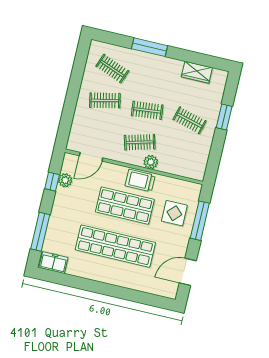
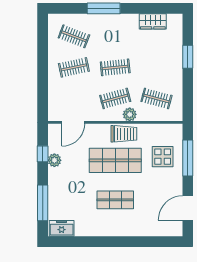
clothes rail: (189, 120) -> (156, 98), moved
plant: (65, 180) -> (54, 160), moved
trolley: (140, 181) -> (124, 134), turned 180
shop shelf: (115, 246) -> (115, 200), width x0.50, depth x0.74

